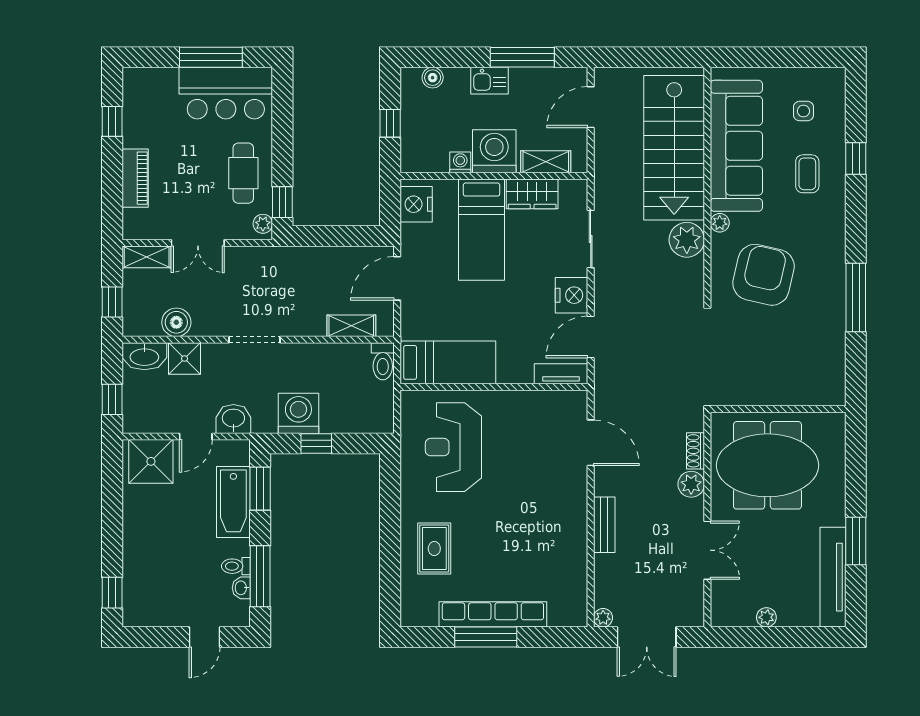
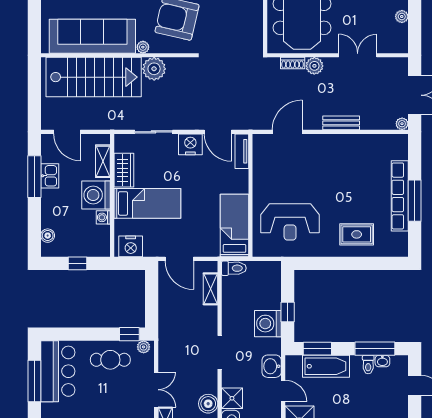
kitchen sink: (489, 81) -> (50, 176), moved

